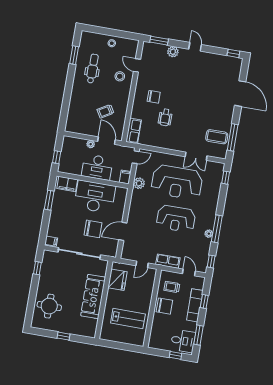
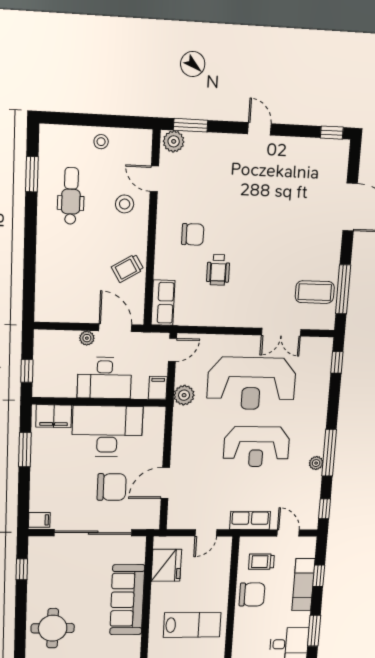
plant: (173, 52) -> (174, 141), moved
trolley: (105, 111) -> (128, 268), moved

